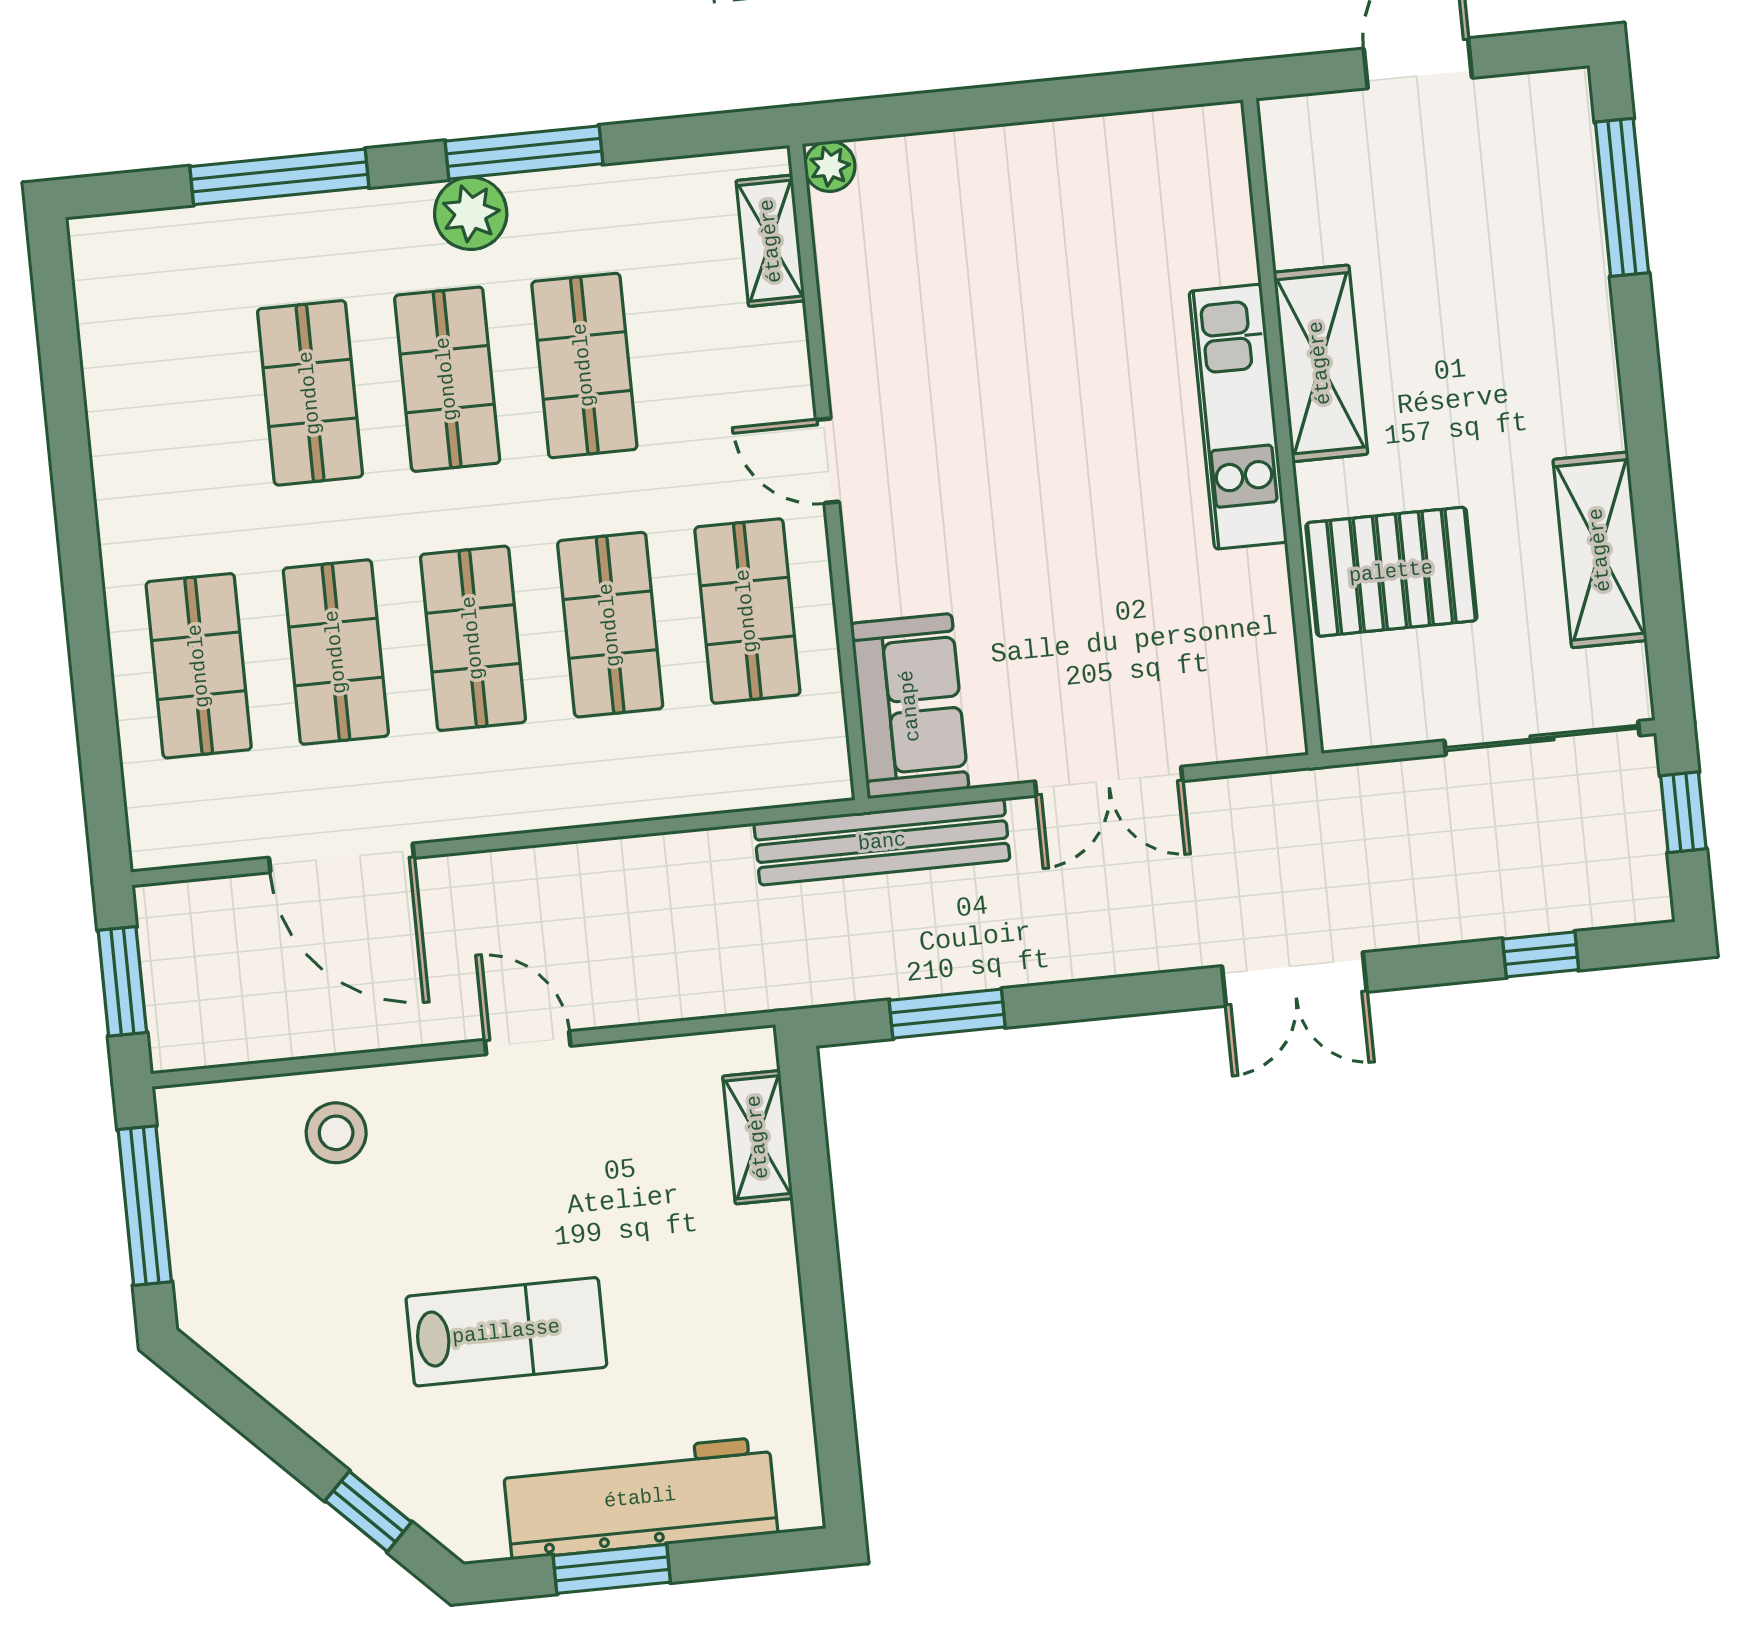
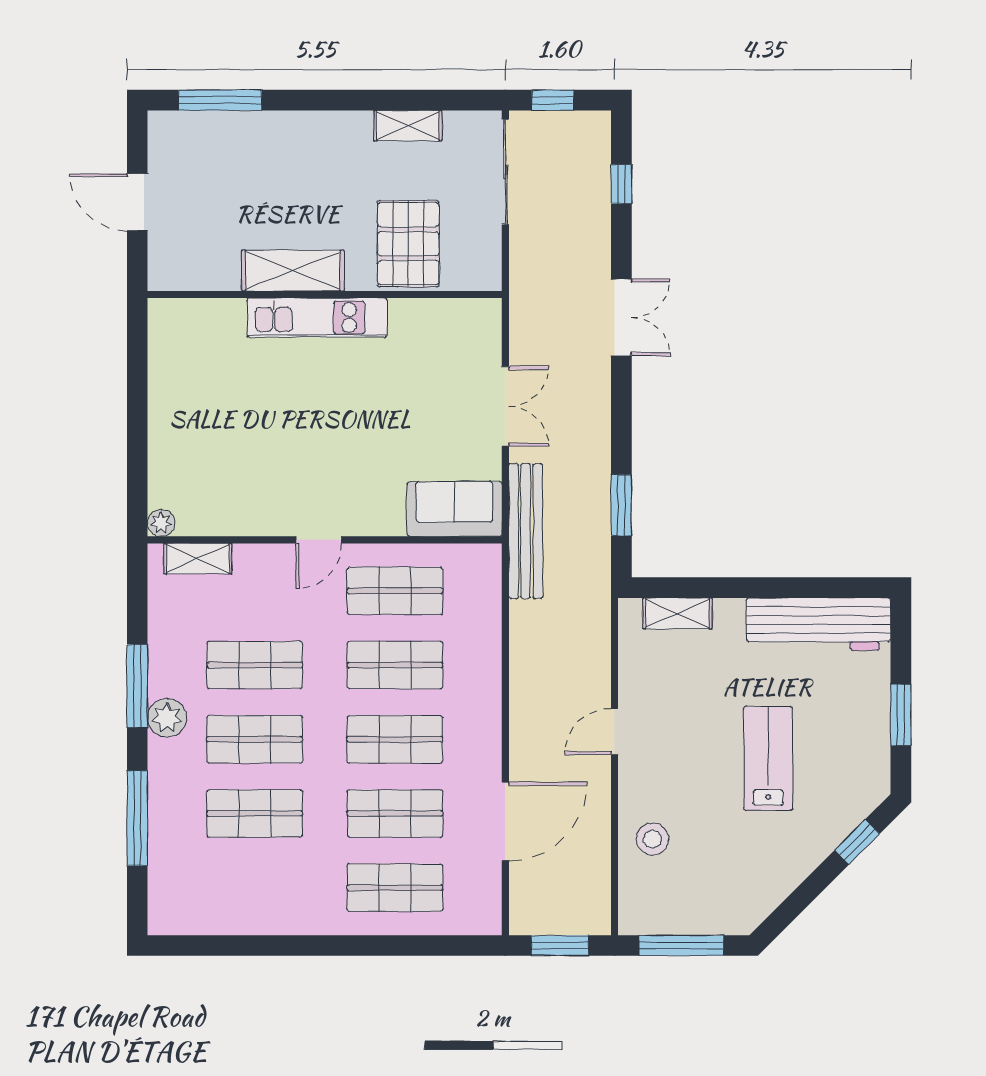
shelving: (1600, 550) -> (408, 126), width x0.67, depth x0.75
workbench: (640, 1498) -> (819, 624), moved, turned -90

